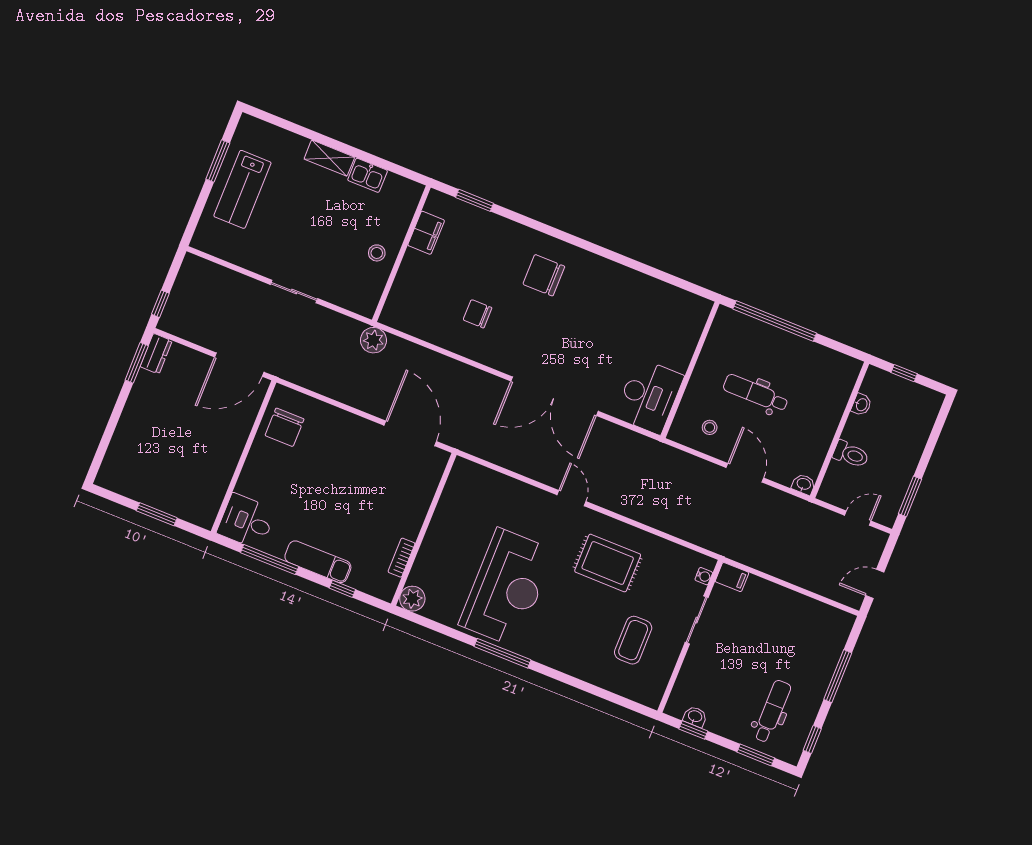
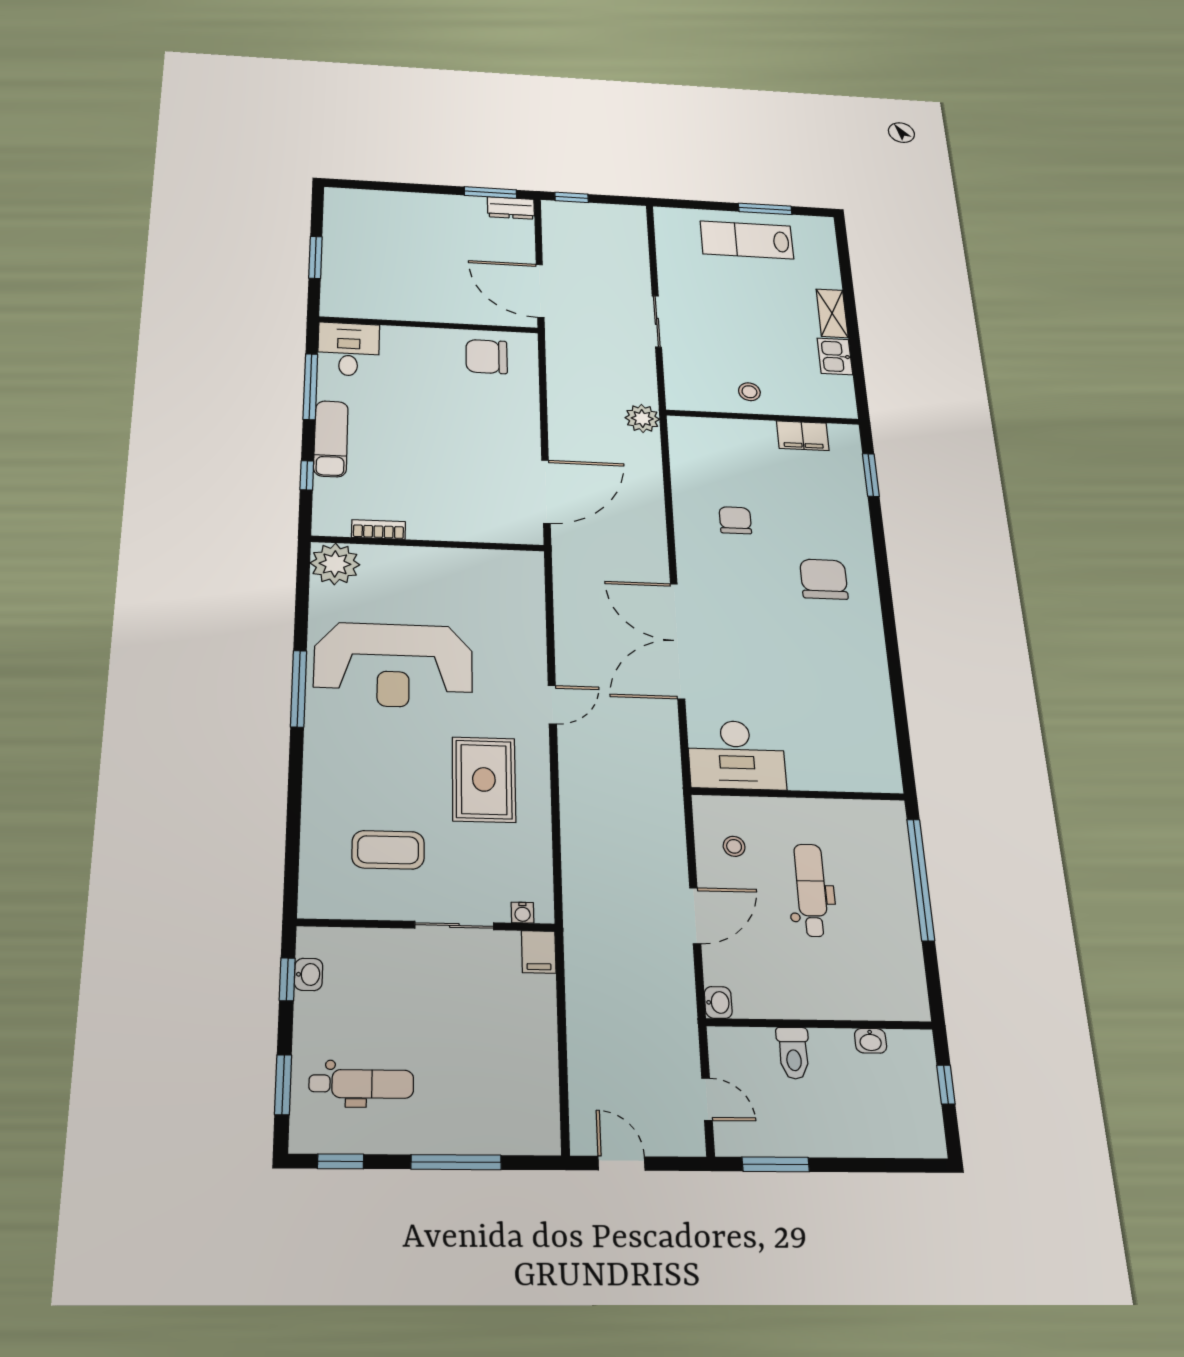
plant: (412, 599) -> (335, 564), width x1.36, depth x1.36

